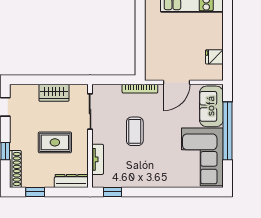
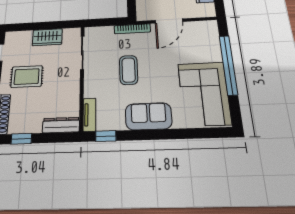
sofa: (211, 106) -> (148, 116), moved, turned 90
rug: (55, 142) -> (27, 77), moved
tv unit: (98, 159) -> (89, 115), moved

